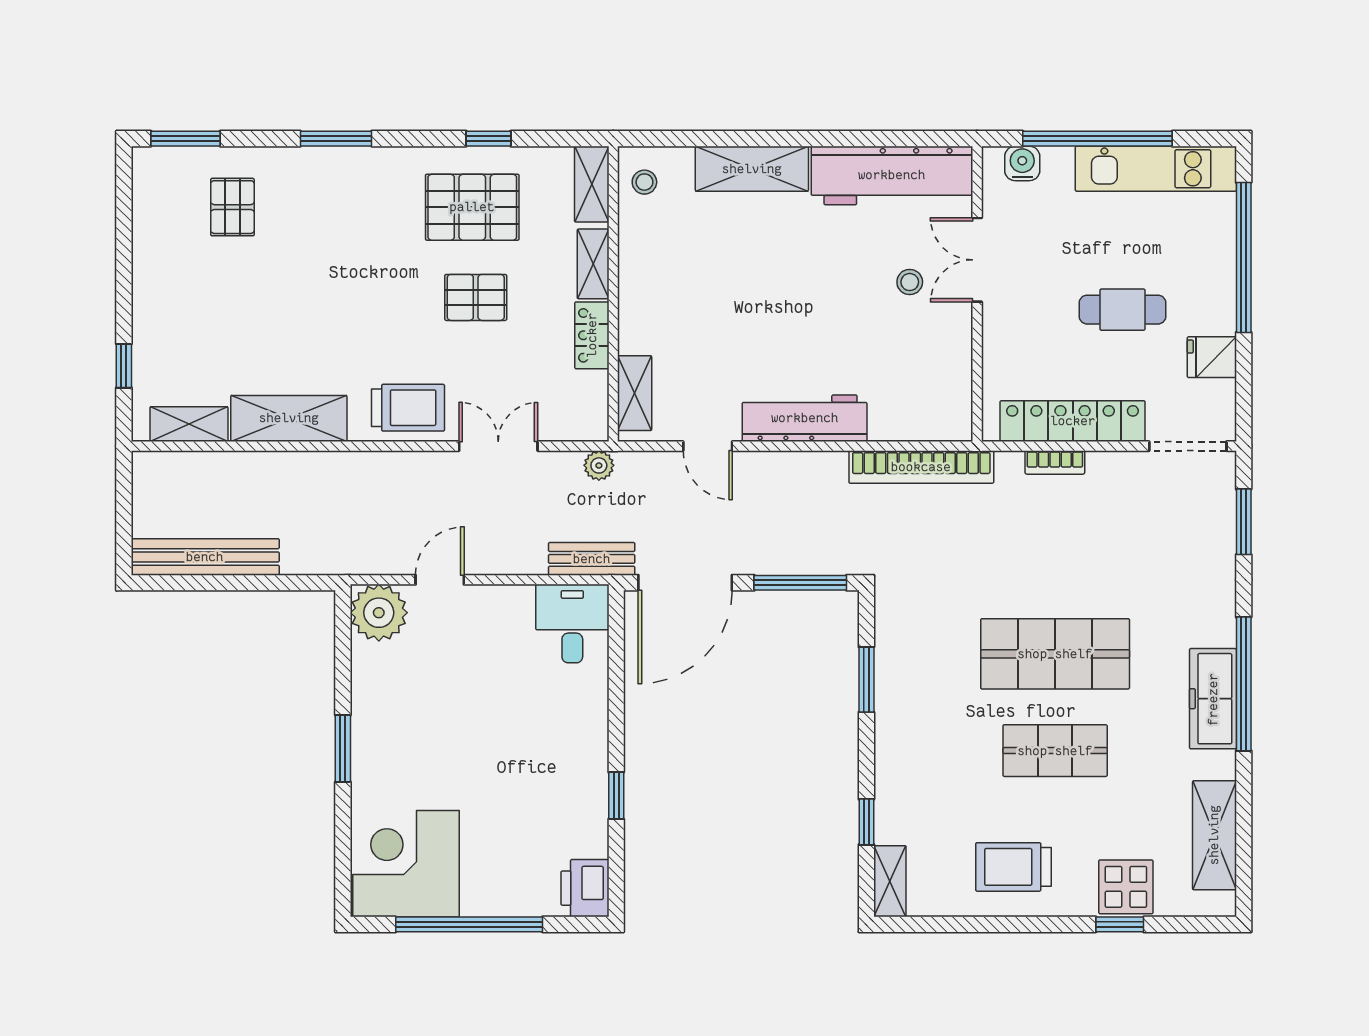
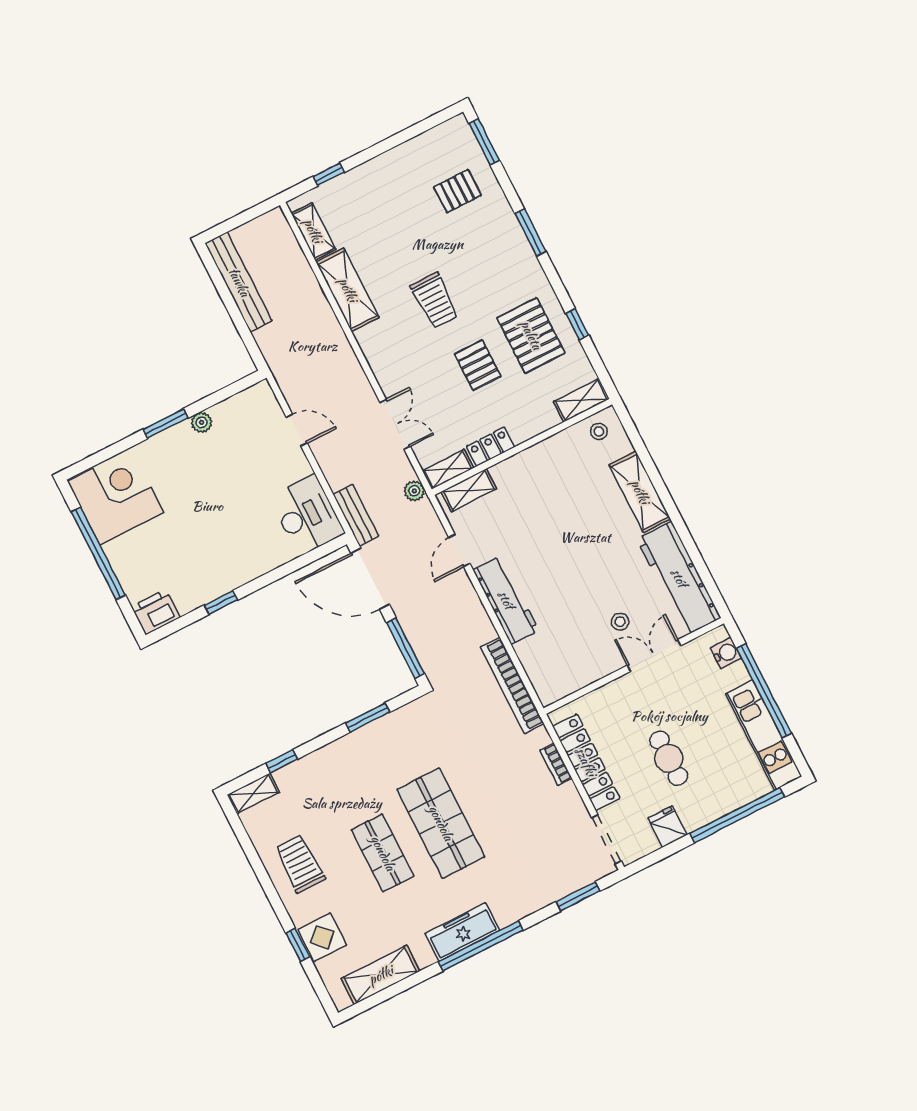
shelving: (593, 264) -> (448, 469), moved
trolley: (408, 408) -> (435, 301), moved
plant: (379, 613) -> (202, 422), moved, width x0.53, depth x0.53
desk: (572, 624) -> (307, 515), width x1.37

